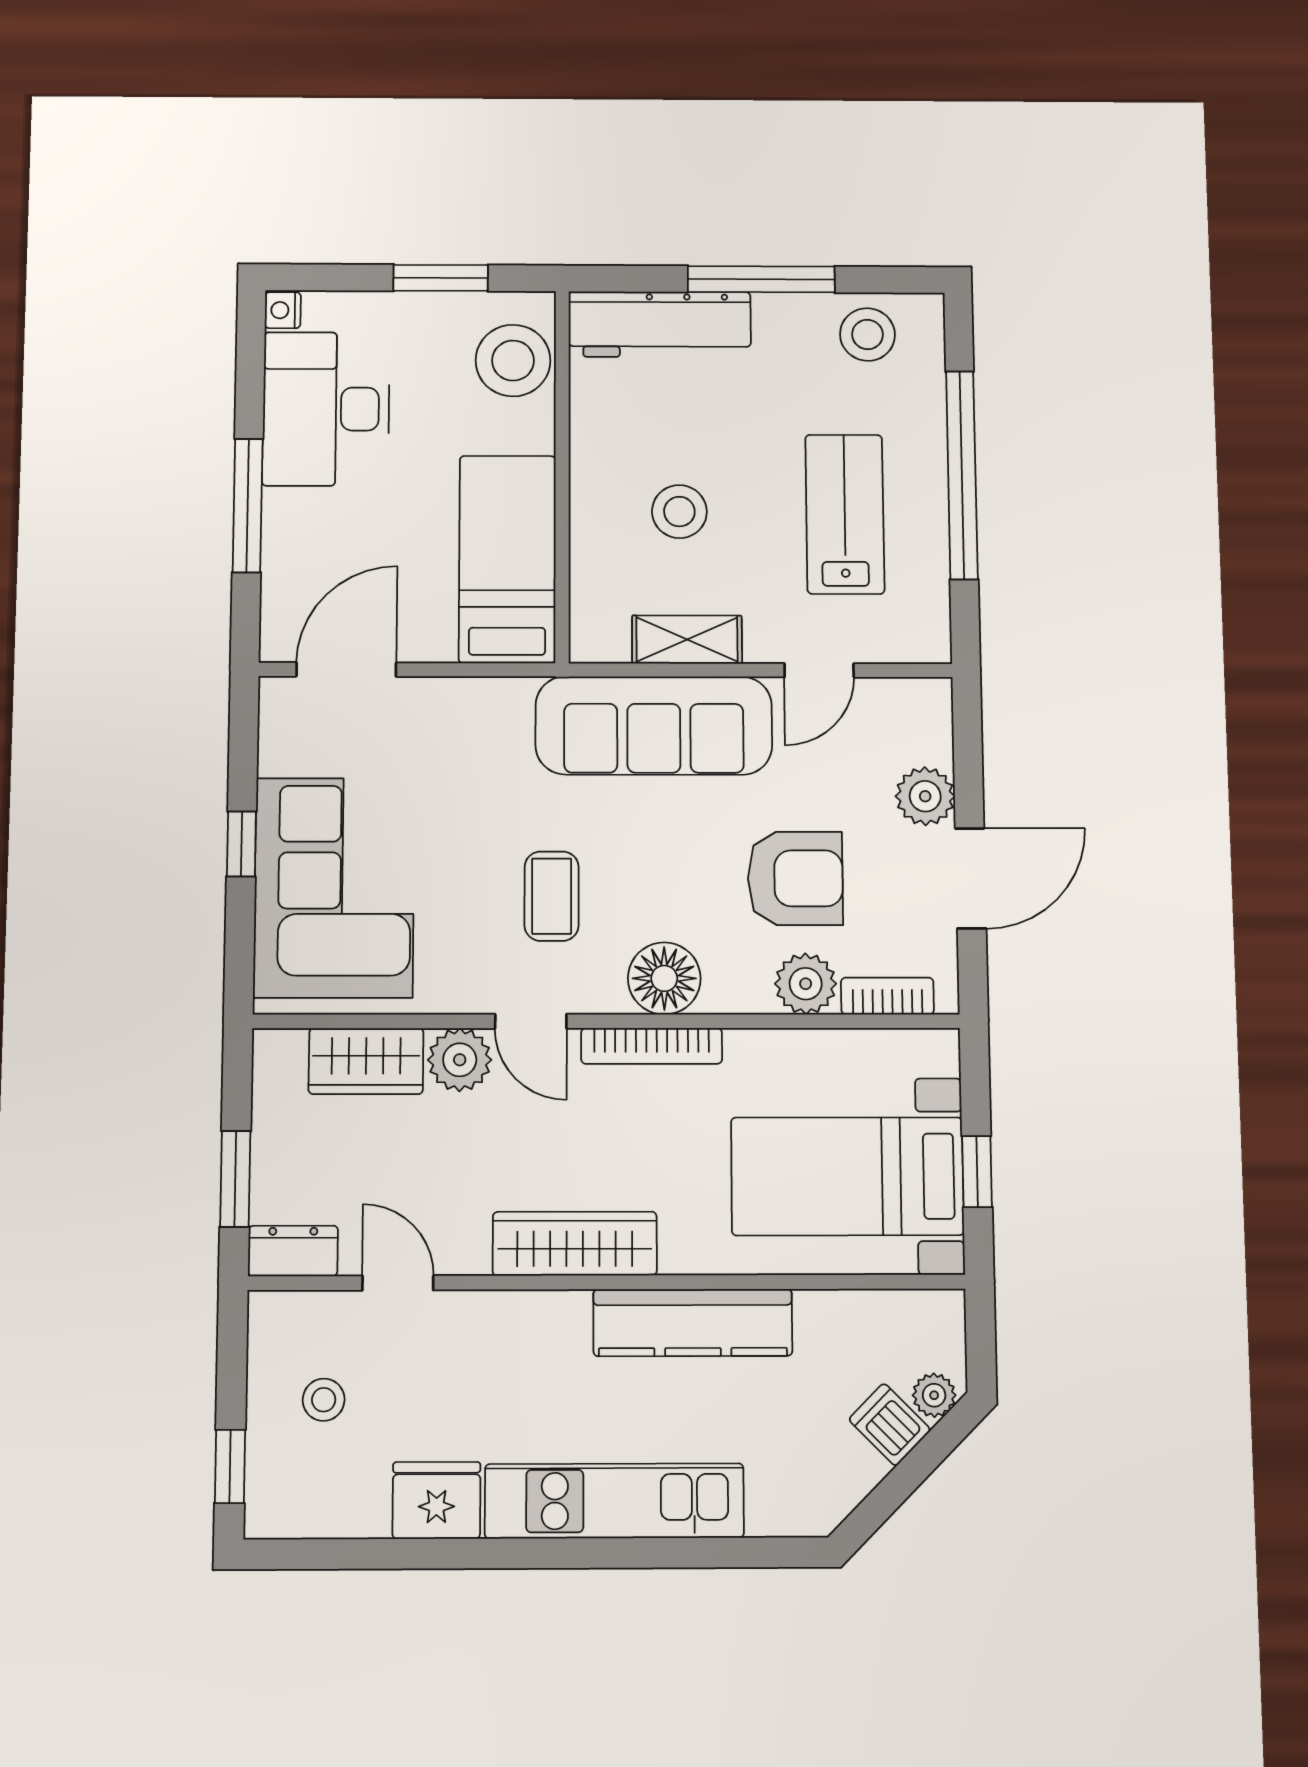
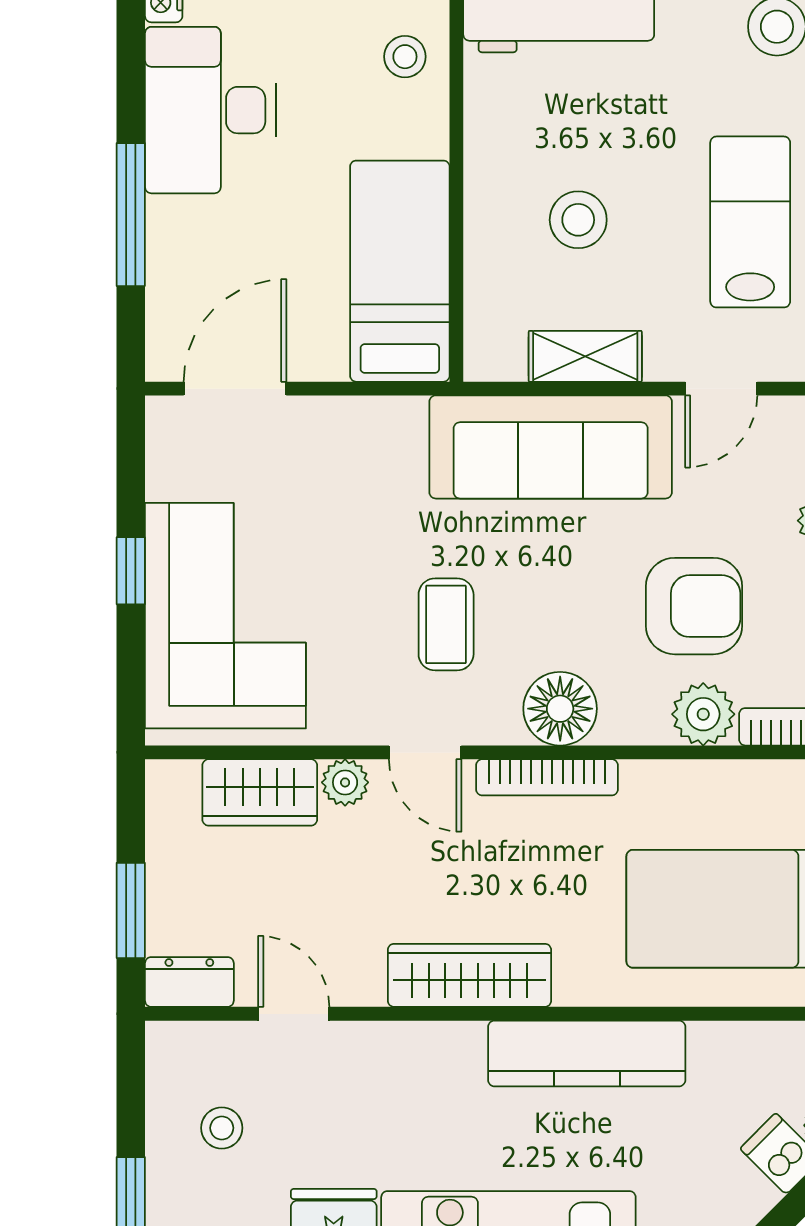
stool: (513, 361) -> (405, 57), width x0.53, depth x0.53
plant: (460, 1060) -> (345, 782), width x0.73, depth x0.73

